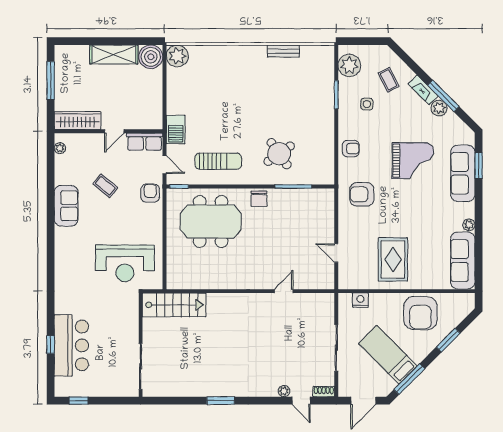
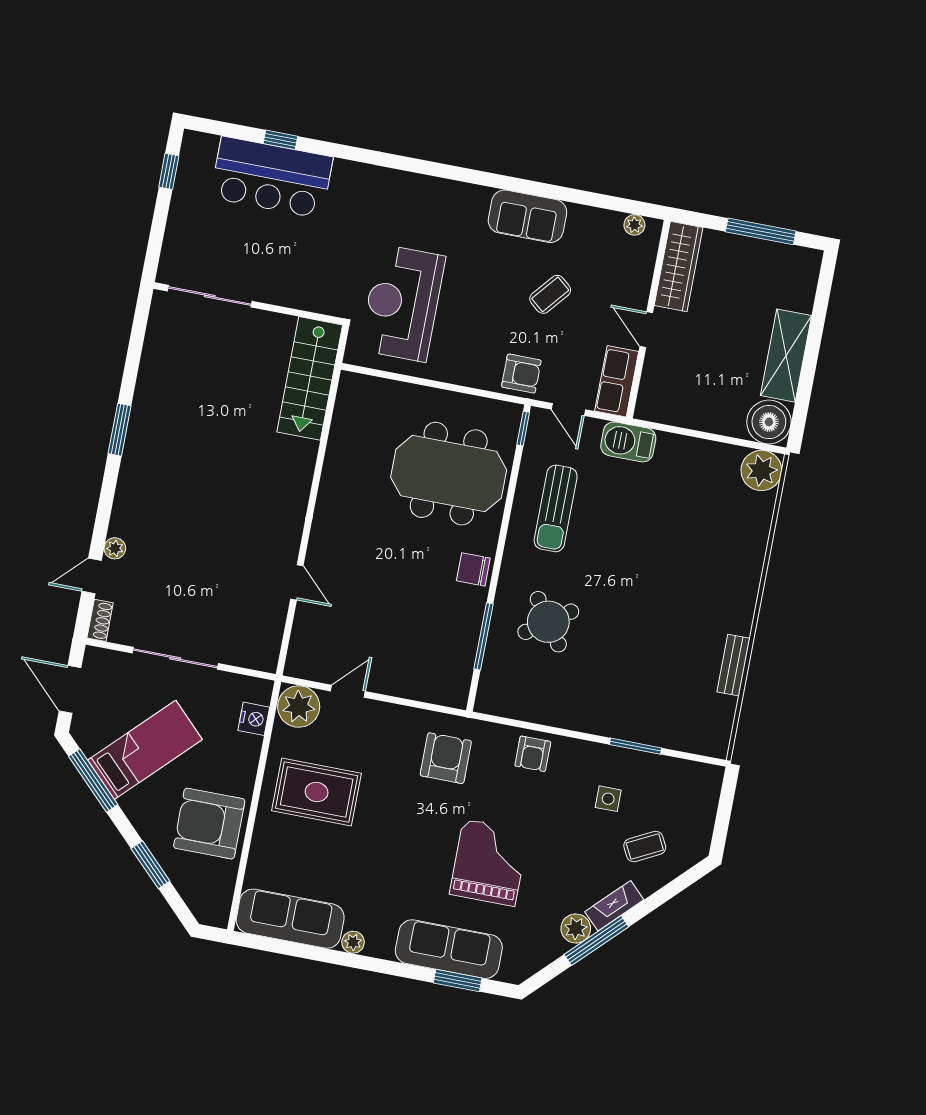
plant: (349, 65) -> (299, 707), moved
grand piano: (413, 161) -> (489, 863), turned 180
door: (164, 165) -> (568, 410), hinge flipped
meeting table: (211, 222) -> (449, 474), turned 90

